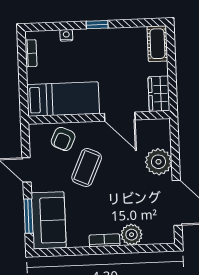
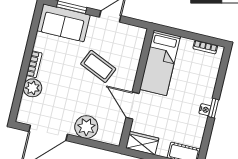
nightstand: (66, 35) -> (205, 110), moved
door: (120, 117) -> (132, 106), hinge flipped
armchair: (63, 139) -> (127, 54), removed

